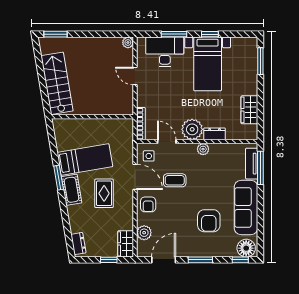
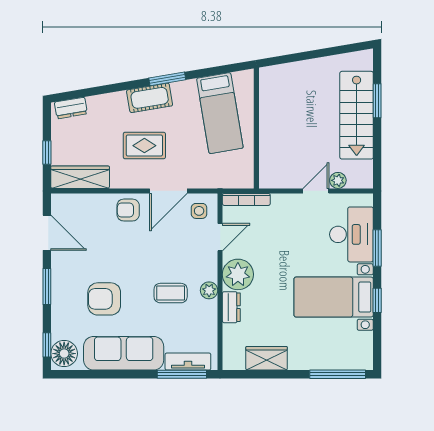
window: (55, 34) -> (377, 101), moved
plant: (128, 43) -> (338, 180), moved
window: (260, 61) -> (338, 374), width x1.44
stairs: (57, 83) -> (357, 115), moved, turned 100
bed: (85, 159) -> (220, 113), moved
coffee table: (175, 180) -> (171, 293), moved, turned 90
plant: (144, 233) -> (87, 204), removed
wardrobe: (126, 244) -> (80, 177), width x1.50

